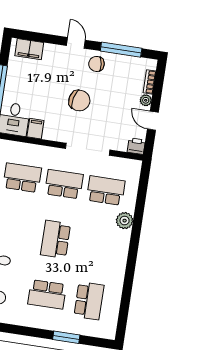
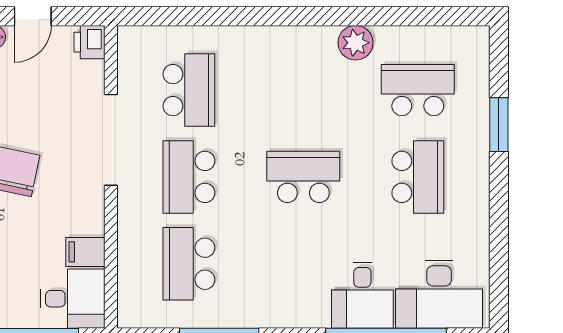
school desk: (106, 191) -> (189, 90), turned 180
plant: (125, 221) -> (356, 43), moved
school desk: (56, 239) -> (303, 177), turned 180

